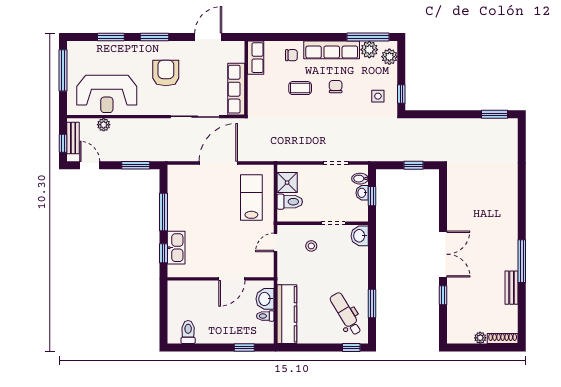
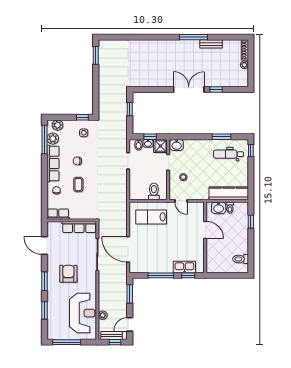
armchair: (166, 73) -> (68, 274), turned 90
door: (218, 163) -> (128, 249), moved
shower: (287, 183) -> (160, 146), moved
dental chair: (346, 314) -> (228, 154), turned 31

